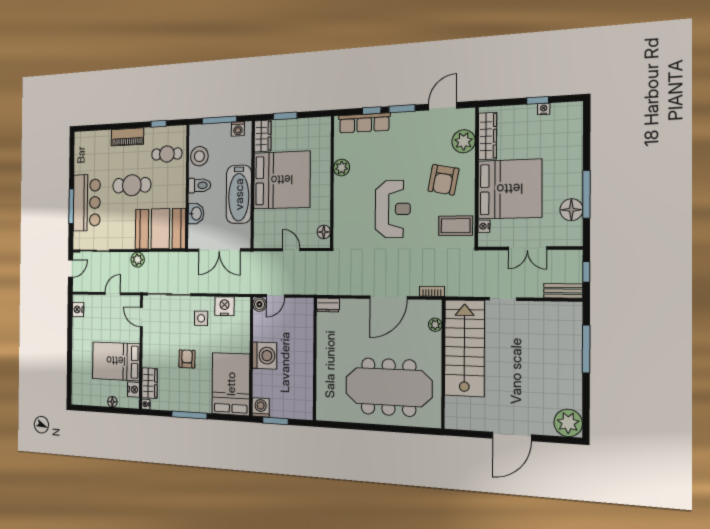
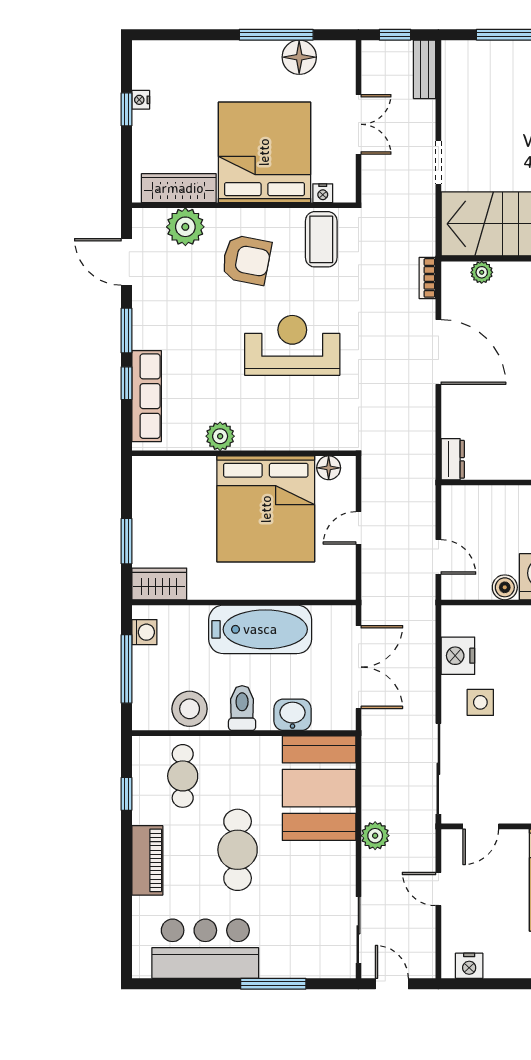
bed: (282, 180) -> (266, 509), moved, turned 180
bar counter: (87, 203) -> (205, 949), moved
boiler: (259, 304) -> (505, 587), moved

